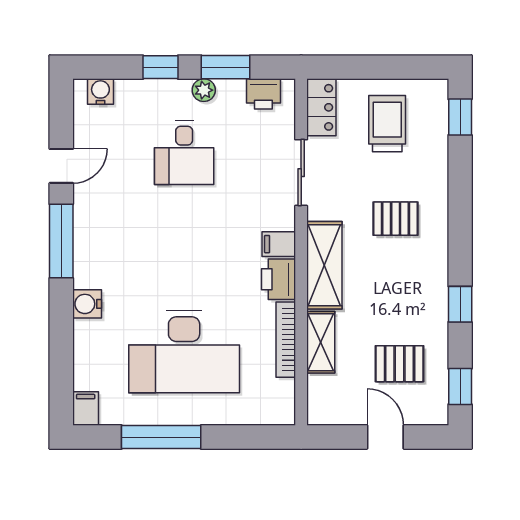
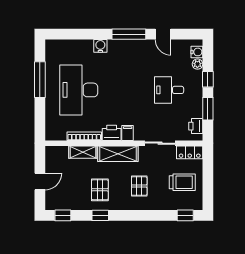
plant: (204, 90) -> (197, 64), moved
pallet: (400, 364) -> (100, 190), moved
filing cabinet: (86, 408) -> (53, 45), removed

